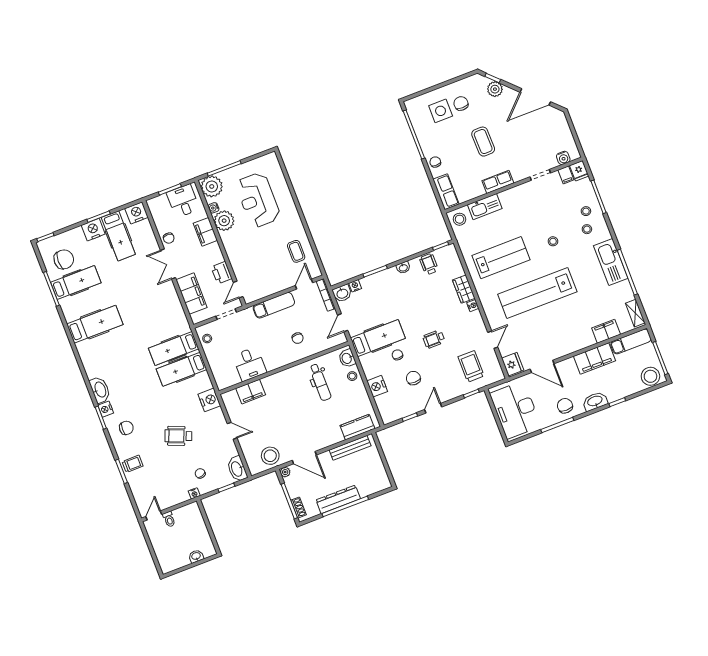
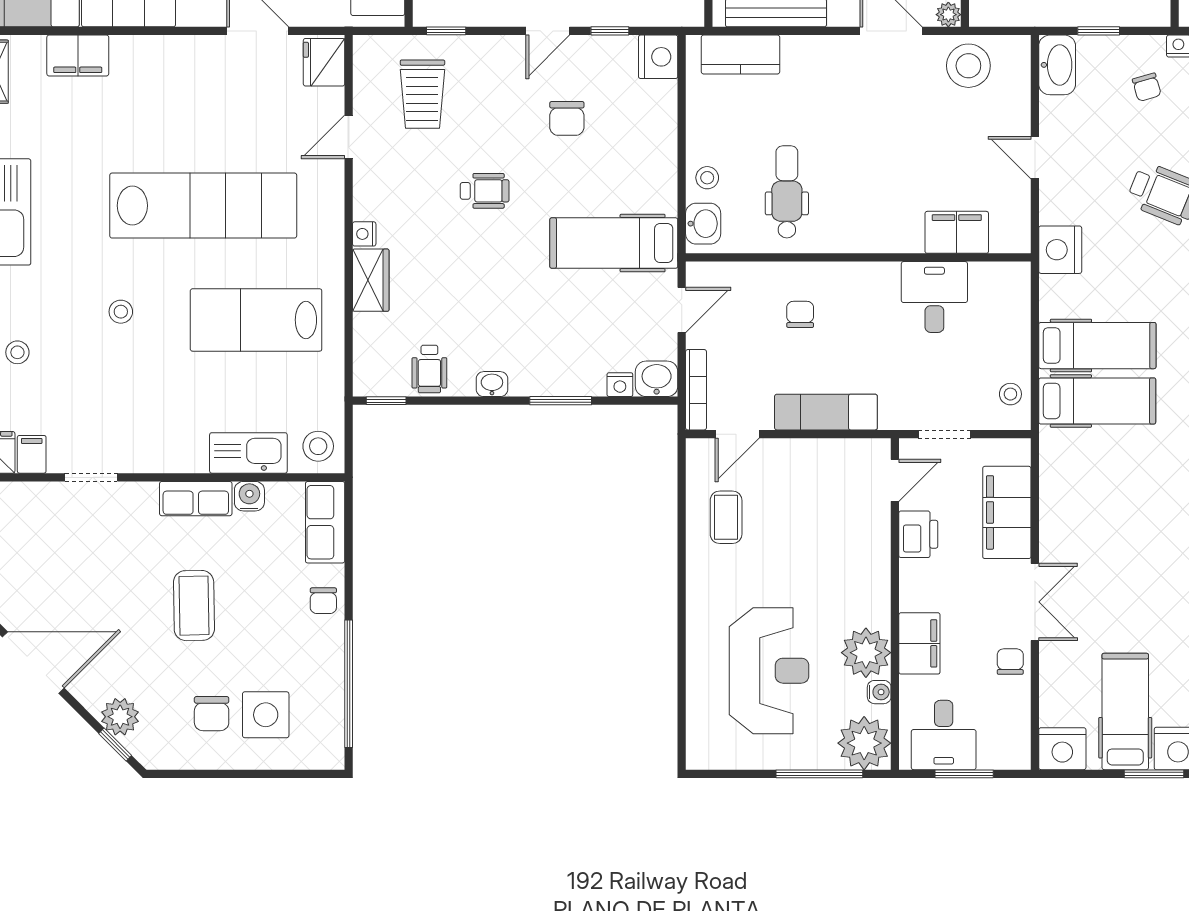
water cooler: (563, 158) -> (249, 496), moved
stool: (587, 229) -> (31, 310), removed
chair: (397, 355) -> (583, 186), removed
nightstand: (377, 386) -> (658, 57), moved

